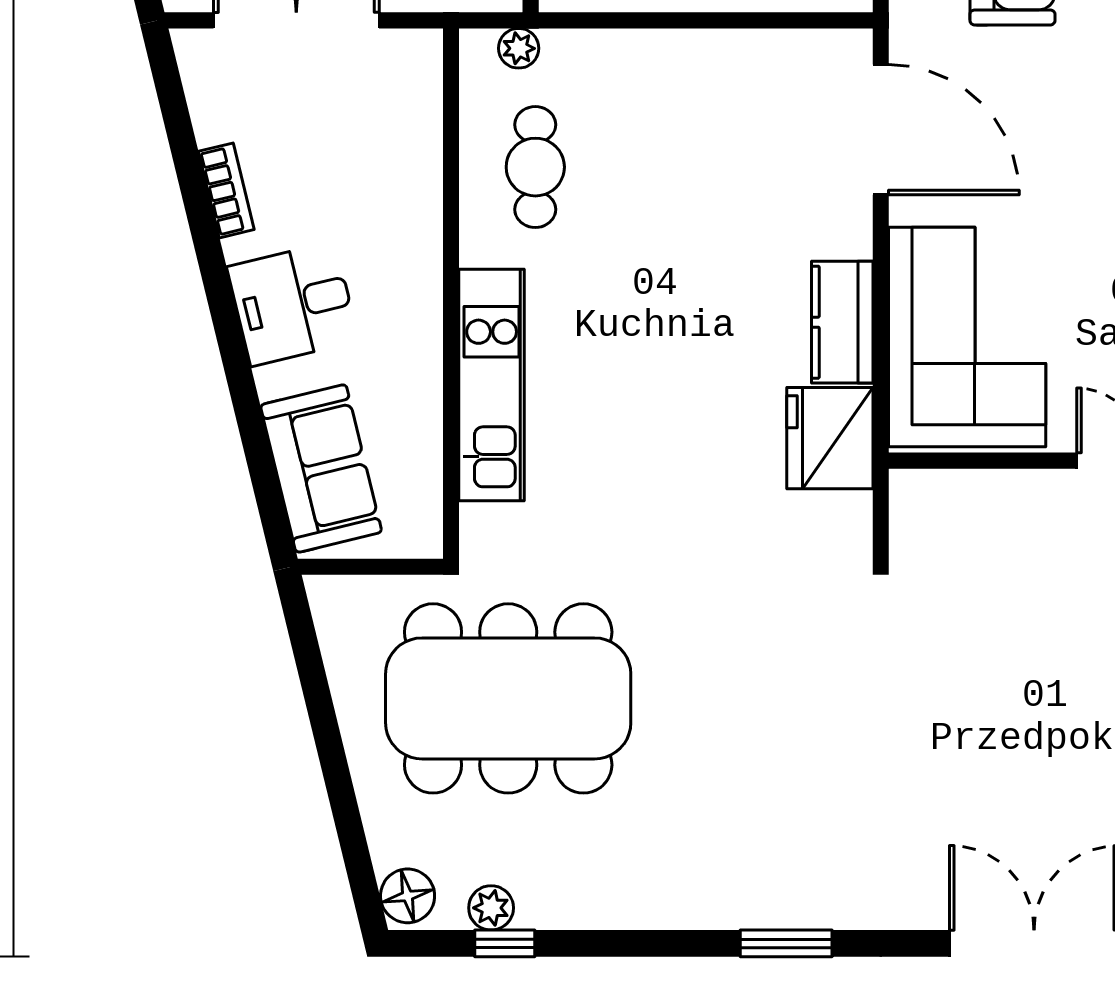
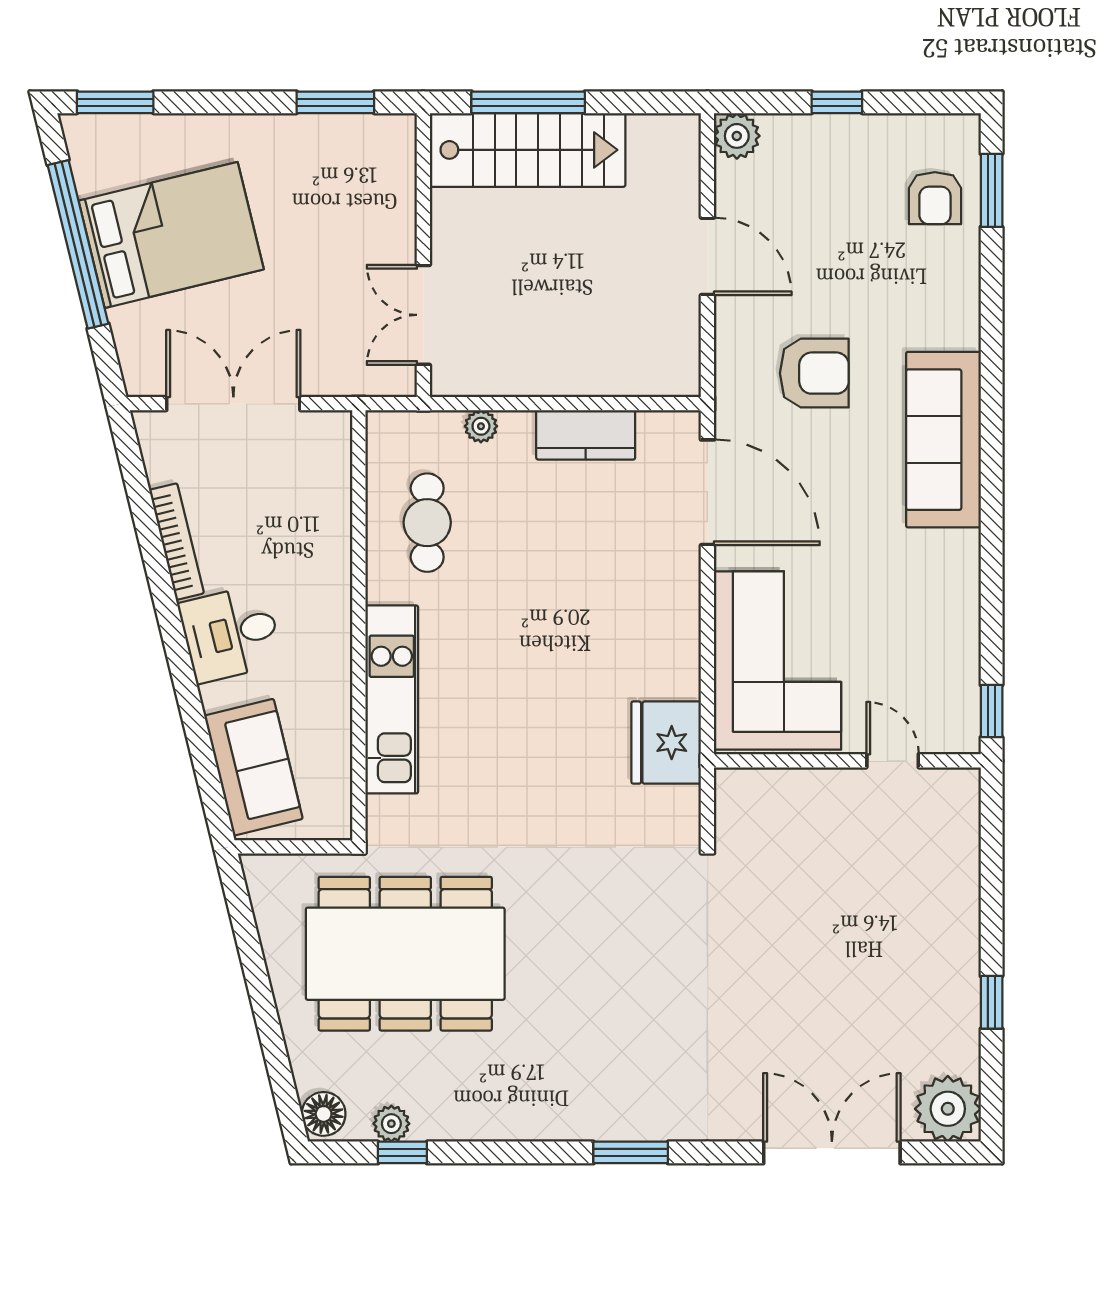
plant: (519, 48) -> (481, 426), moved
bookcase: (226, 190) -> (177, 542), width x1.56
kitchen counter: (842, 322) -> (586, 435), moved, turned -90

